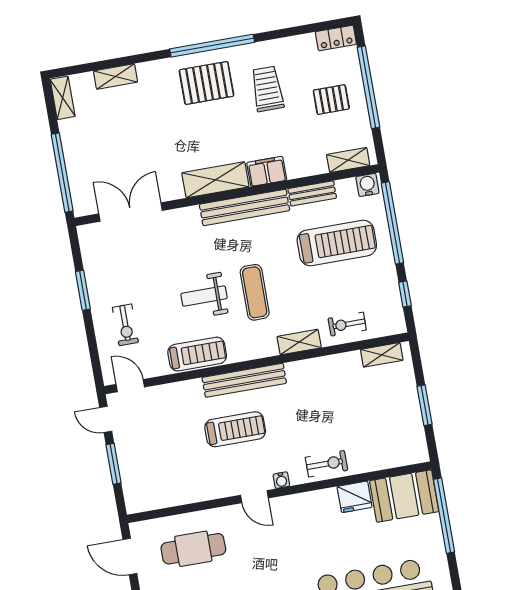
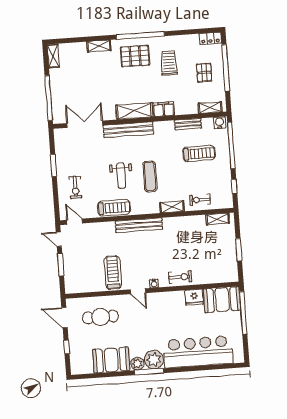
shelving: (115, 76) -> (99, 46), moved
pallet: (331, 100) -> (204, 73), turned 90
bench: (245, 207) -> (128, 130), moved
treadmill: (337, 243) -> (199, 153), width x0.73, depth x0.73
weight bench: (204, 296) -> (121, 176), turned -90
treadmill: (235, 429) -> (113, 273), moved, turned -90

